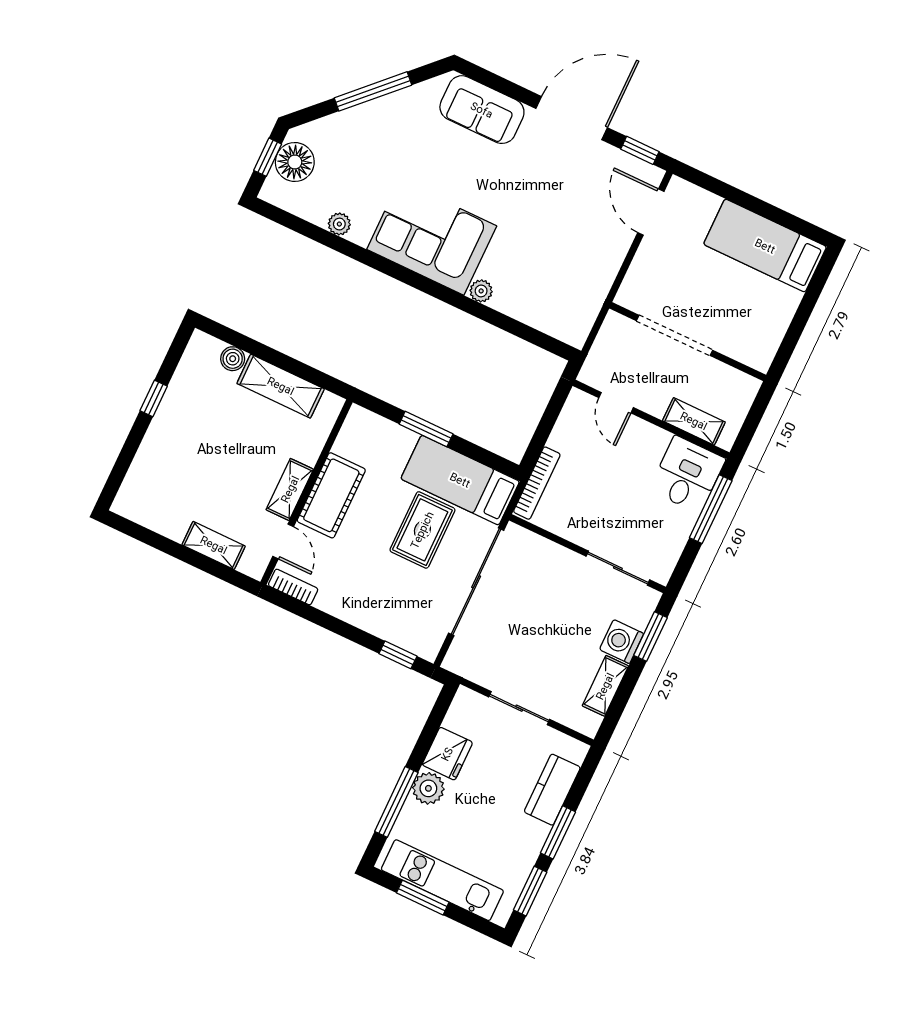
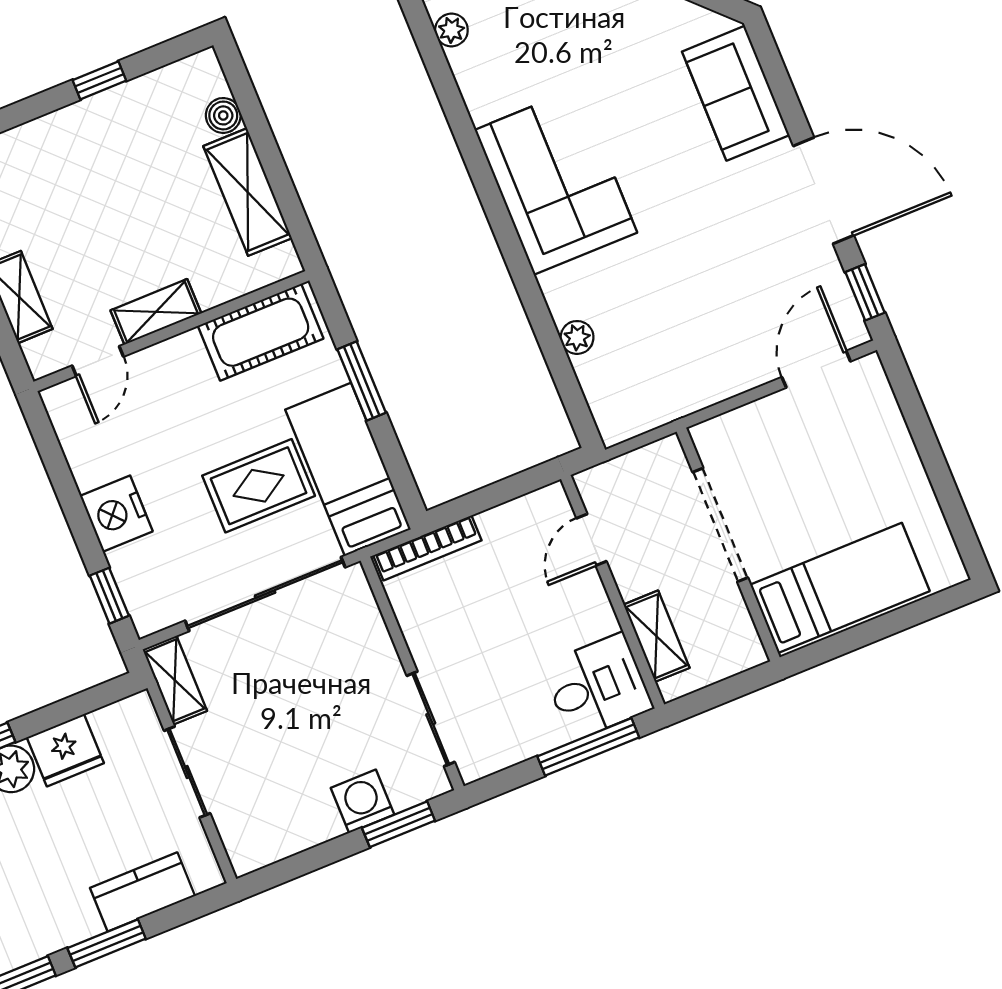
plant: (339, 224) -> (451, 30), moved
bed: (765, 246) -> (840, 588), moved, turned 90
plant: (481, 291) -> (577, 337), moved
cot: (331, 495) -> (261, 332), moved
bookcase: (293, 587) -> (64, 420), removed
nightstand: (363, 610) -> (116, 514), added
shelving: (605, 686) -> (175, 680), moved, turned 90

